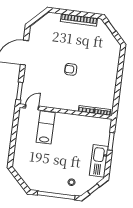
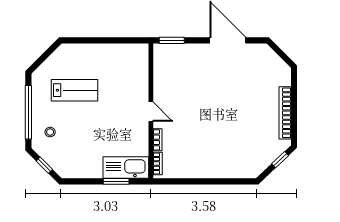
armchair: (71, 69) -> (212, 110), removed
door: (32, 107) -> (151, 112), moved
lab bench: (46, 127) -> (75, 90), moved
kitchen sink: (99, 161) -> (126, 167), moved

